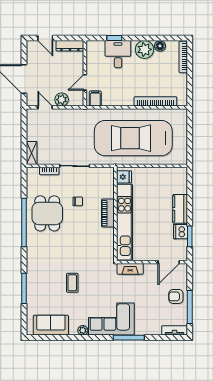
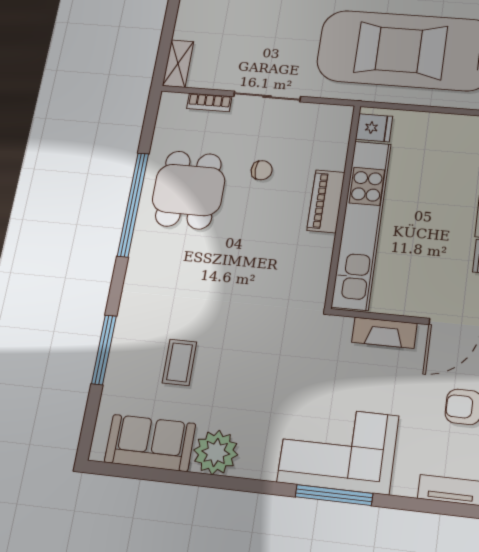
fireplace: (130, 269) -> (384, 333), moved
coffee table: (72, 283) -> (179, 362), moved
corner sofa: (111, 319) -> (338, 449), moved
plant: (83, 330) -> (216, 452), width x1.87, depth x1.87

